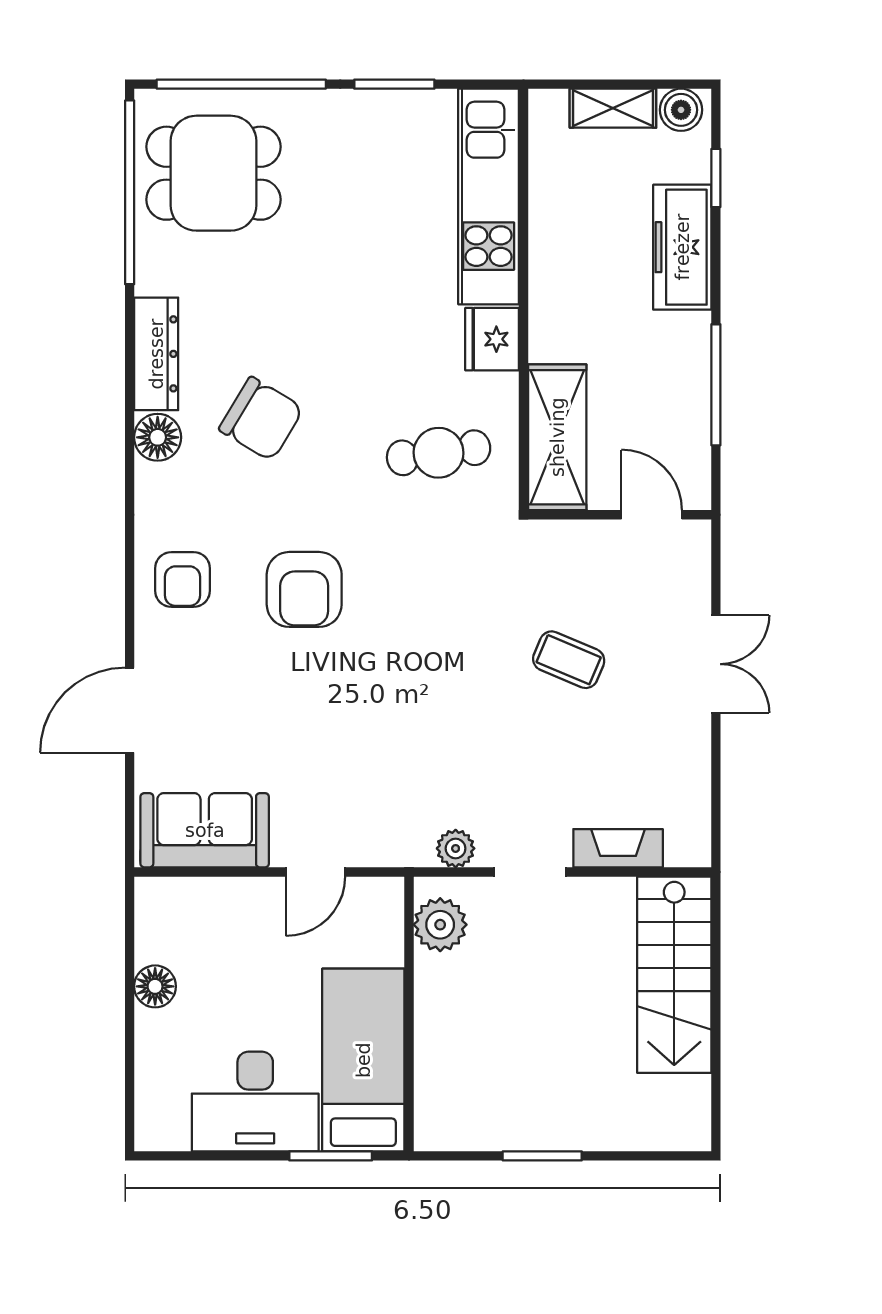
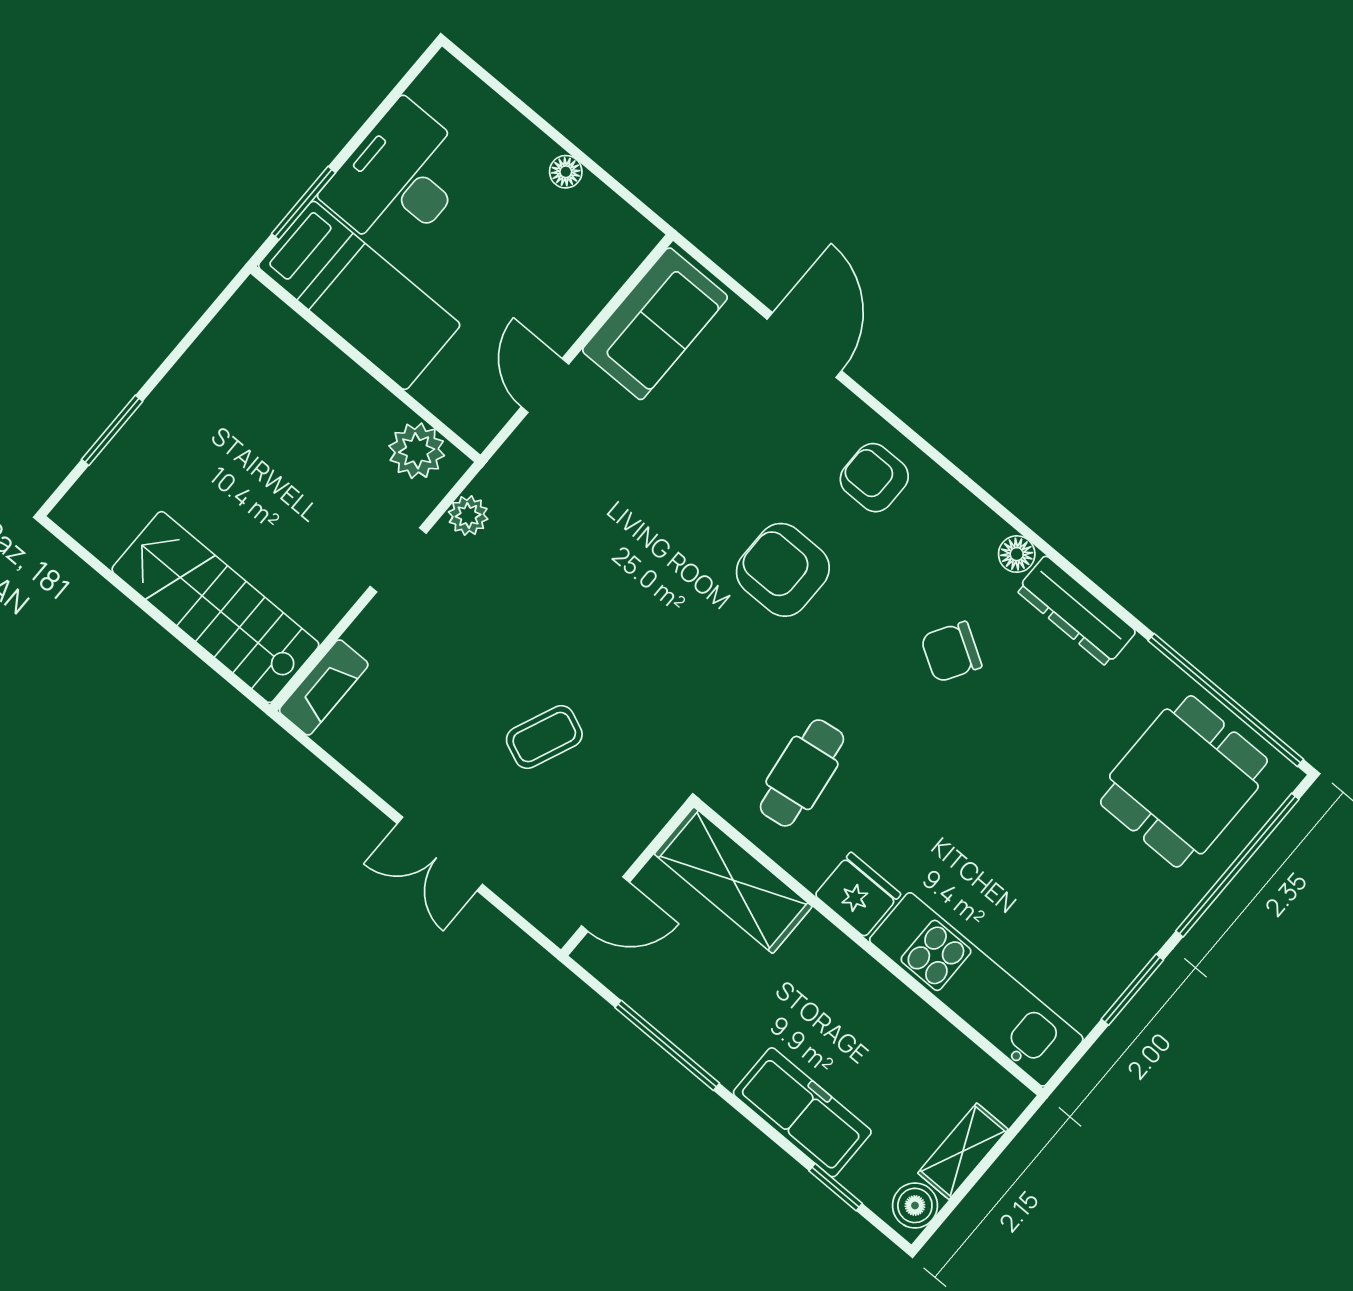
chair: (261, 419) -> (951, 652), width x0.73, depth x0.73
floor lamp: (158, 437) -> (1017, 554), width x0.73, depth x0.73
fireplace: (618, 848) -> (324, 687), moved
floor lamp: (155, 986) -> (566, 172), width x0.73, depth x0.73
window: (542, 1156) -> (112, 430), moved

